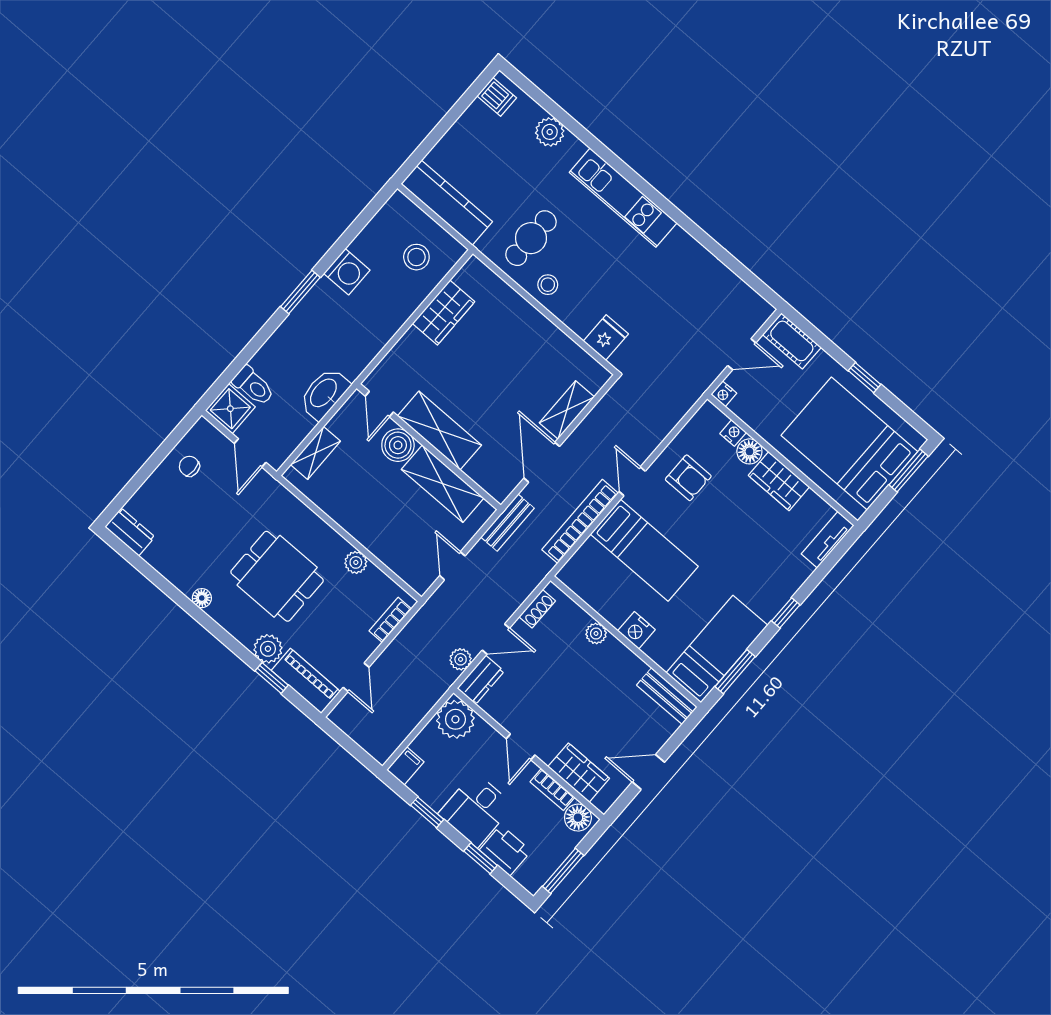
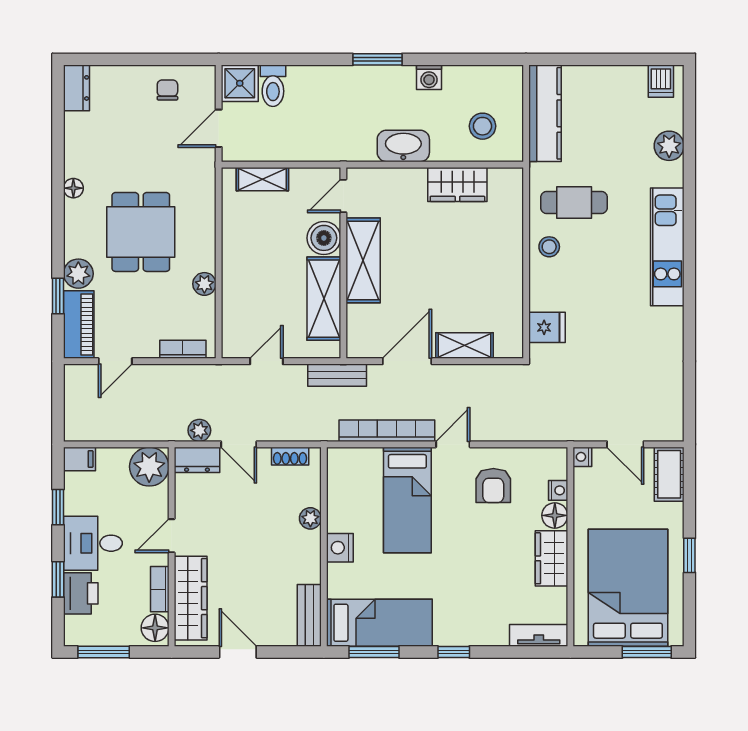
washing machine: (347, 272) -> (429, 77), width x0.73, depth x0.73
washbasin: (324, 393) -> (403, 146), moved
wardrobe: (579, 773) -> (191, 598), width x1.50

